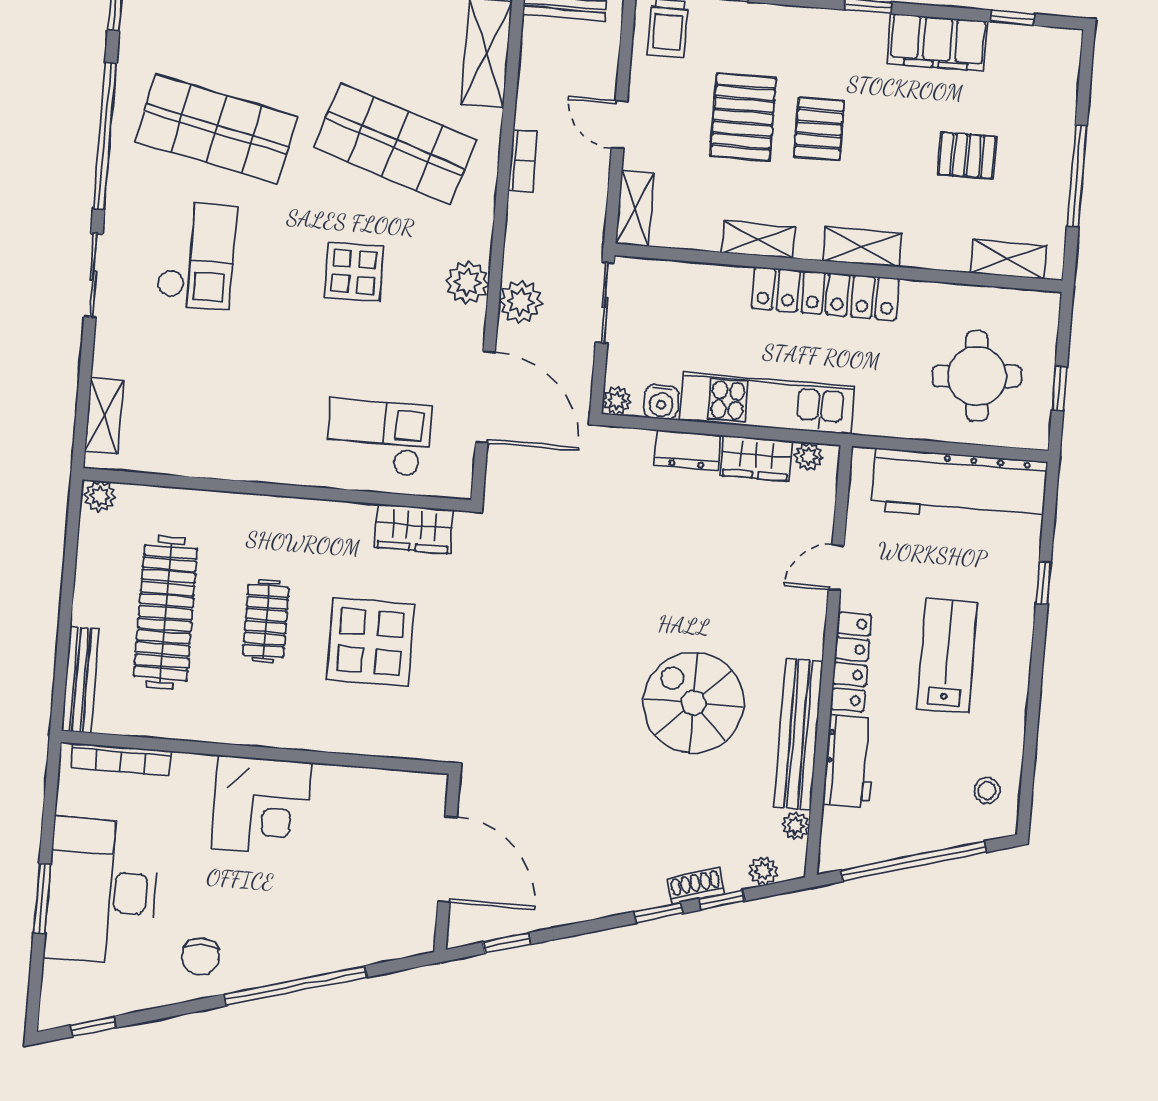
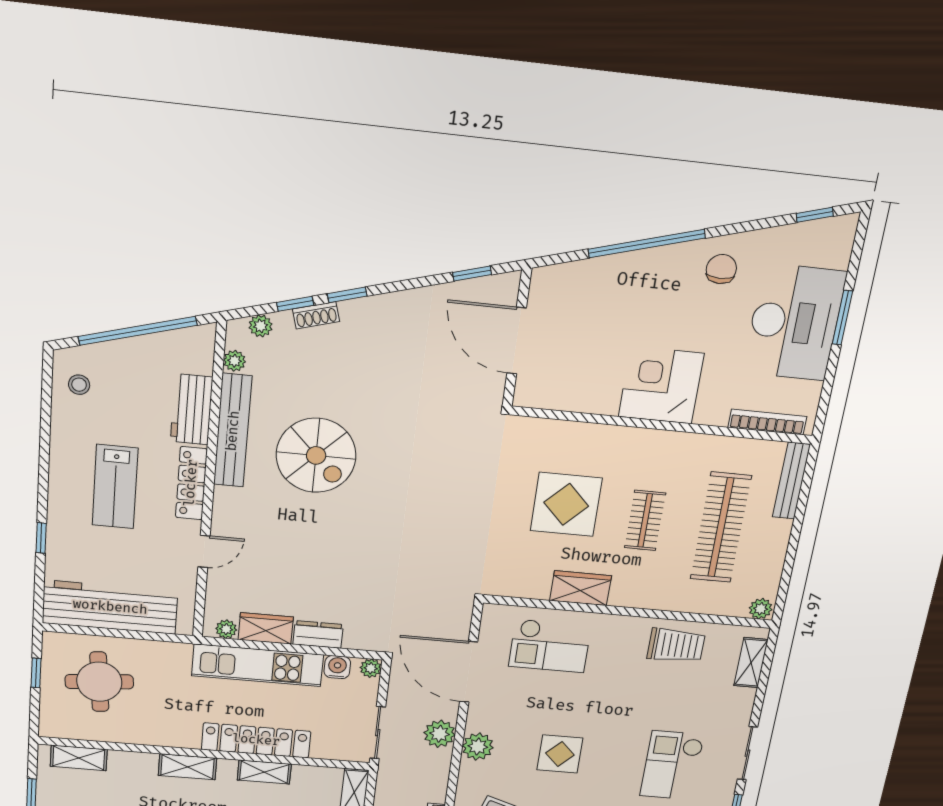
locker: (825, 293) -> (256, 740), moved
trolley: (208, 441) -> (676, 645), added
wardrobe: (414, 529) -> (581, 588), moved

